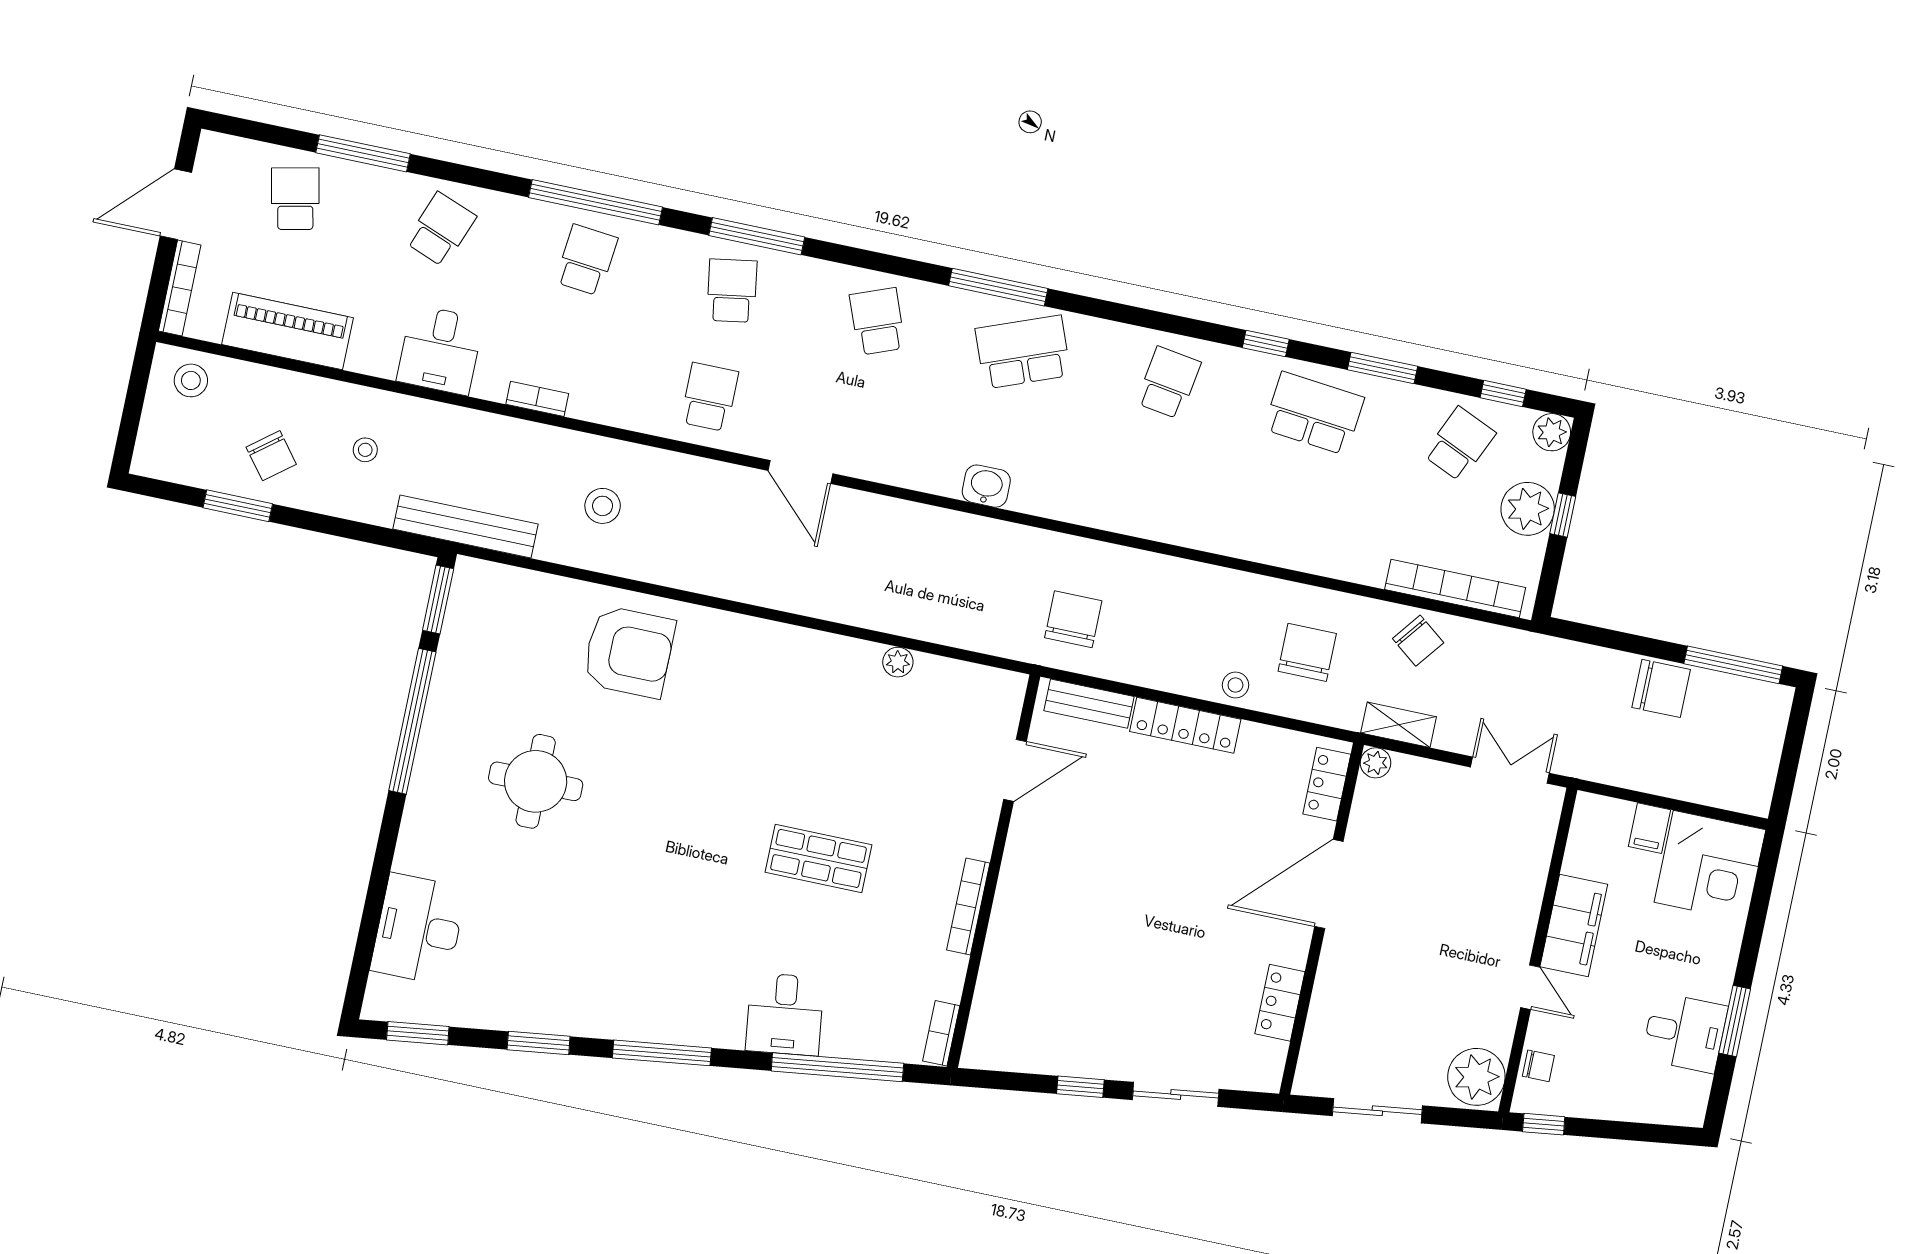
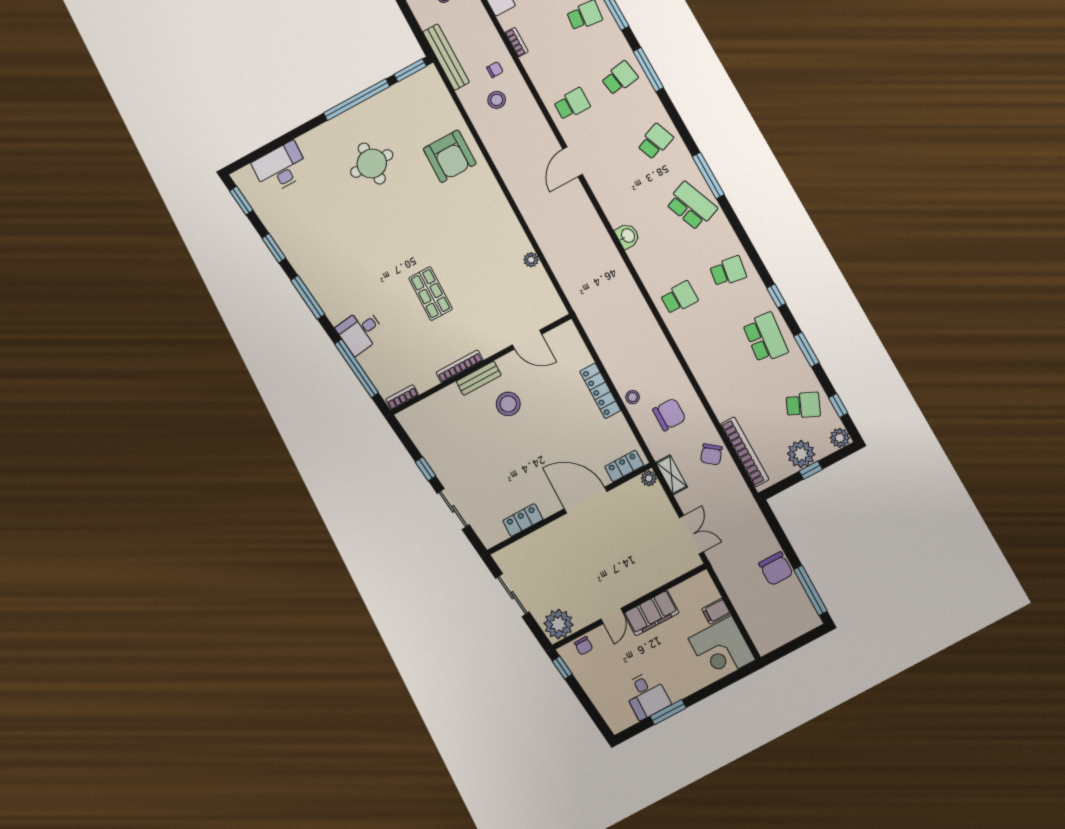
school desk: (1146, 489) -> (679, 298), added
chair: (1073, 619) -> (495, 70), moved, width x0.54, depth x0.54
bench: (1089, 704) -> (479, 378), moved, turned 90
stool: (1088, 880) -> (508, 404), added

